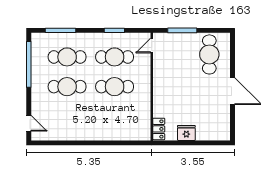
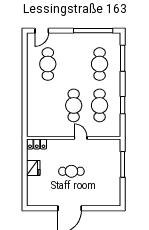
door: (152, 46) -> (81, 138), moved
cafe table: (209, 54) -> (71, 171), moved, width x0.73, depth x0.74
cafe table: (67, 87) -> (48, 64), moved

